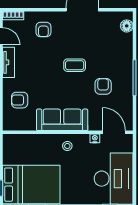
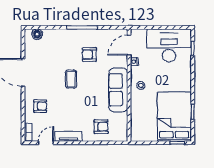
armchair: (20, 100) -> (101, 127), turned -90

